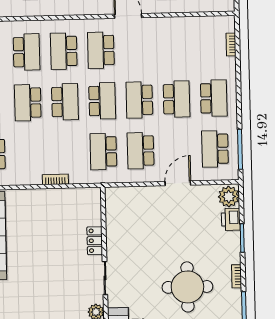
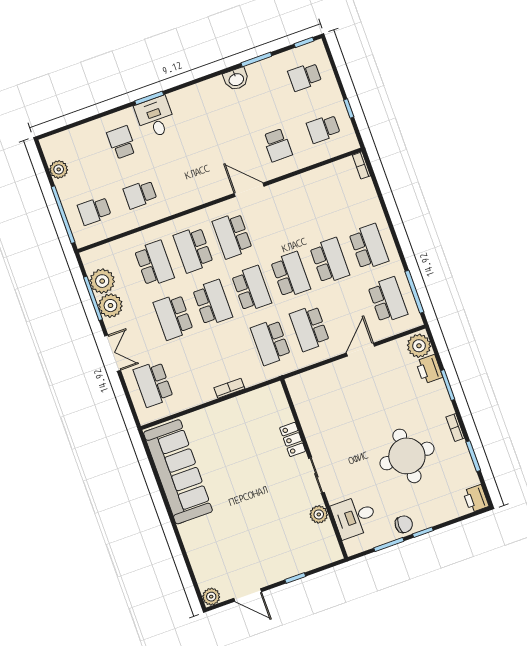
bookcase: (231, 45) -> (362, 165), moved
school desk: (139, 100) -> (291, 275), turned 180
school desk: (215, 149) -> (388, 300), turned 180

